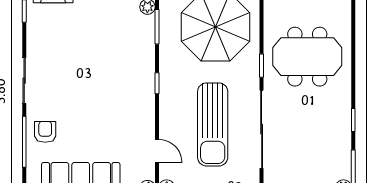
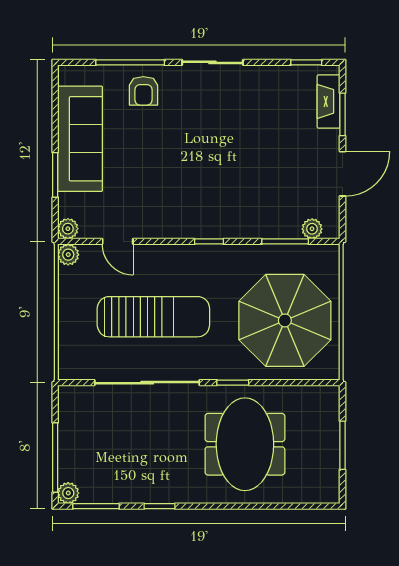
sun lounger: (213, 124) -> (153, 317), turned 180
armchair: (45, 132) -> (143, 91), turned 90
door: (157, 151) -> (118, 241), hinge flipped

